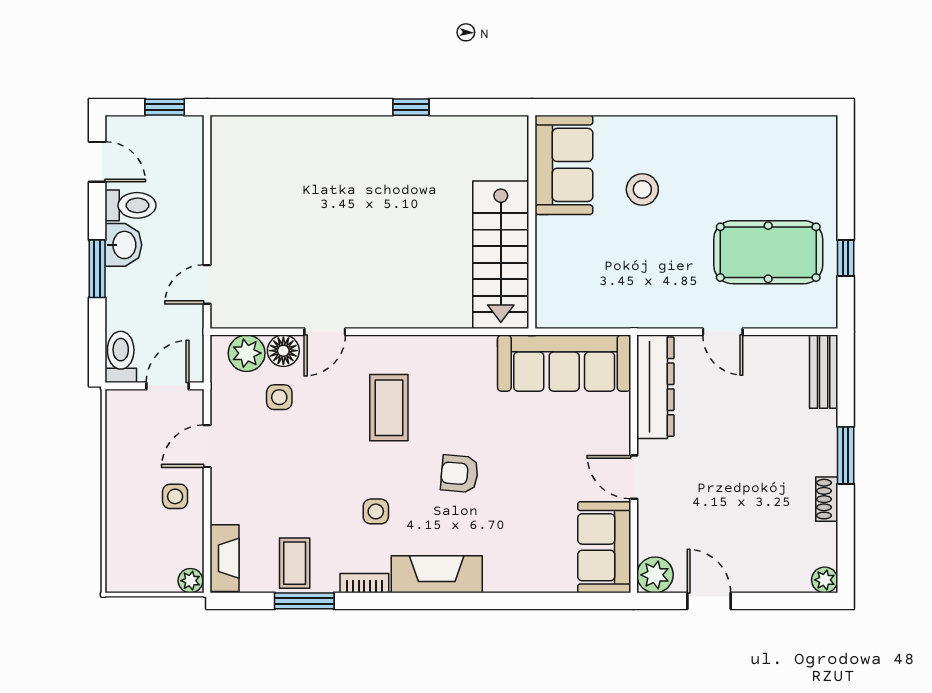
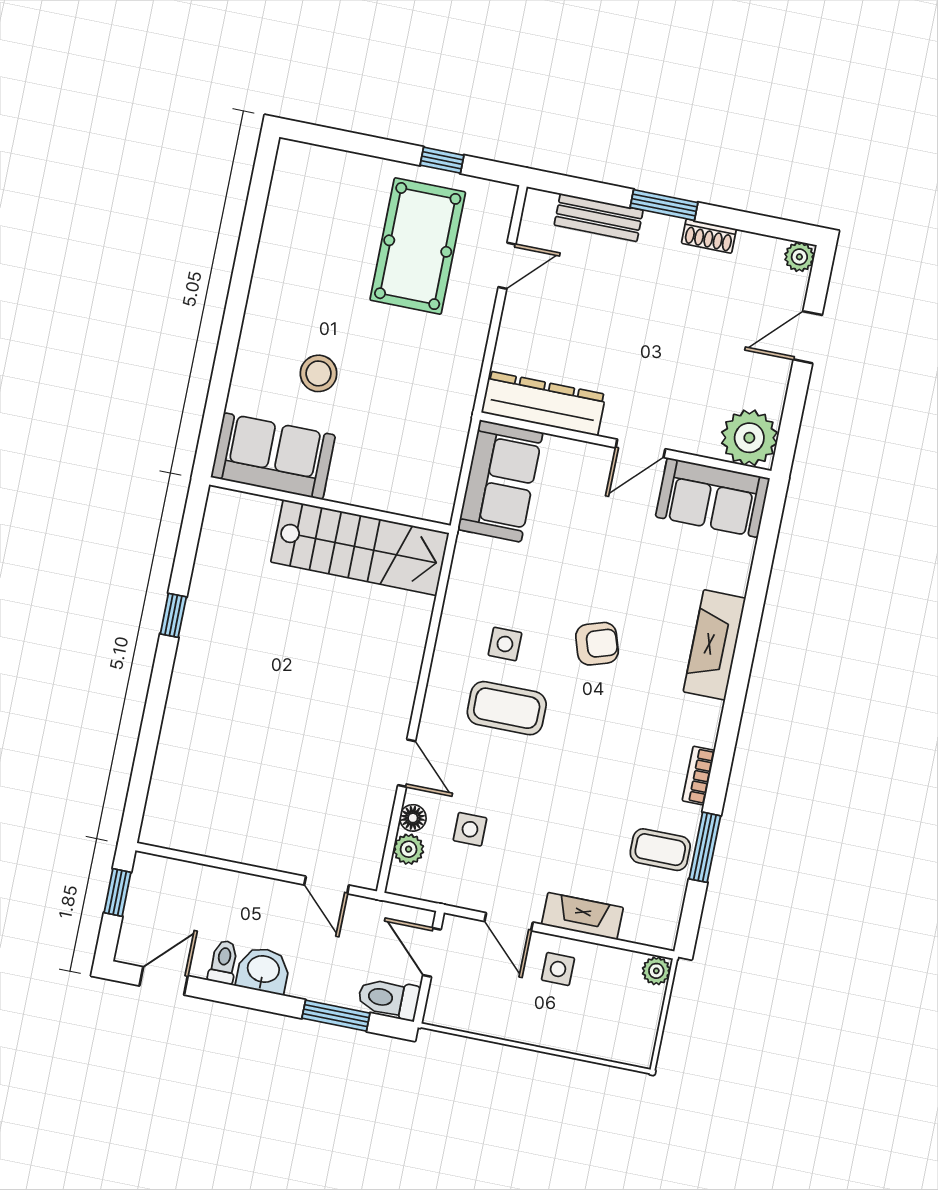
toilet: (130, 205) -> (223, 962), width x0.73, depth x0.72
window: (97, 269) -> (336, 1016), moved
door: (723, 332) -> (507, 266), moved
floor lamp: (283, 351) -> (413, 818), width x0.73, depth x0.73
plant: (247, 353) -> (409, 849), width x0.73, depth x0.73
sofa: (564, 363) -> (500, 481), width x0.73
bench: (824, 372) -> (599, 218), moved
armchair: (459, 474) -> (597, 644), turned -113
side table: (376, 511) -> (505, 644), moved
fireplace: (224, 558) -> (582, 916), moved
fireplace: (437, 574) -> (714, 645), moved
plant: (655, 575) -> (749, 438), width x1.36, depth x1.36
door: (709, 601) -> (808, 337), moved

